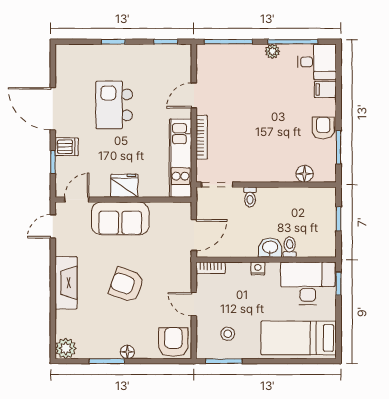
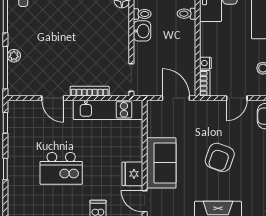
plant: (272, 51) -> (14, 56), moved
fridge: (124, 186) -> (132, 174), moved
toilet: (250, 197) -> (142, 14), moved
washbasin: (270, 248) -> (142, 31), moved, turned 180
nightstand: (258, 268) -> (205, 63), moved

